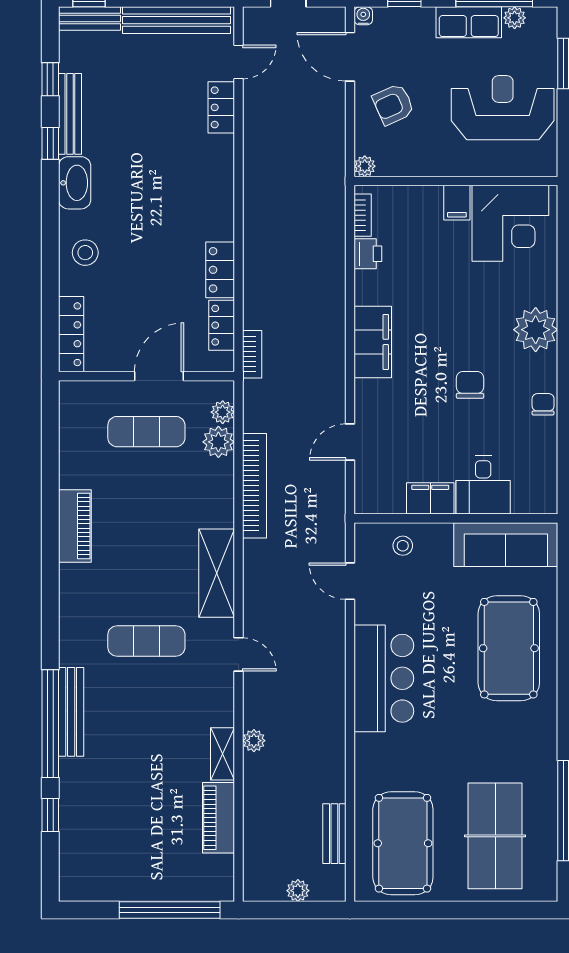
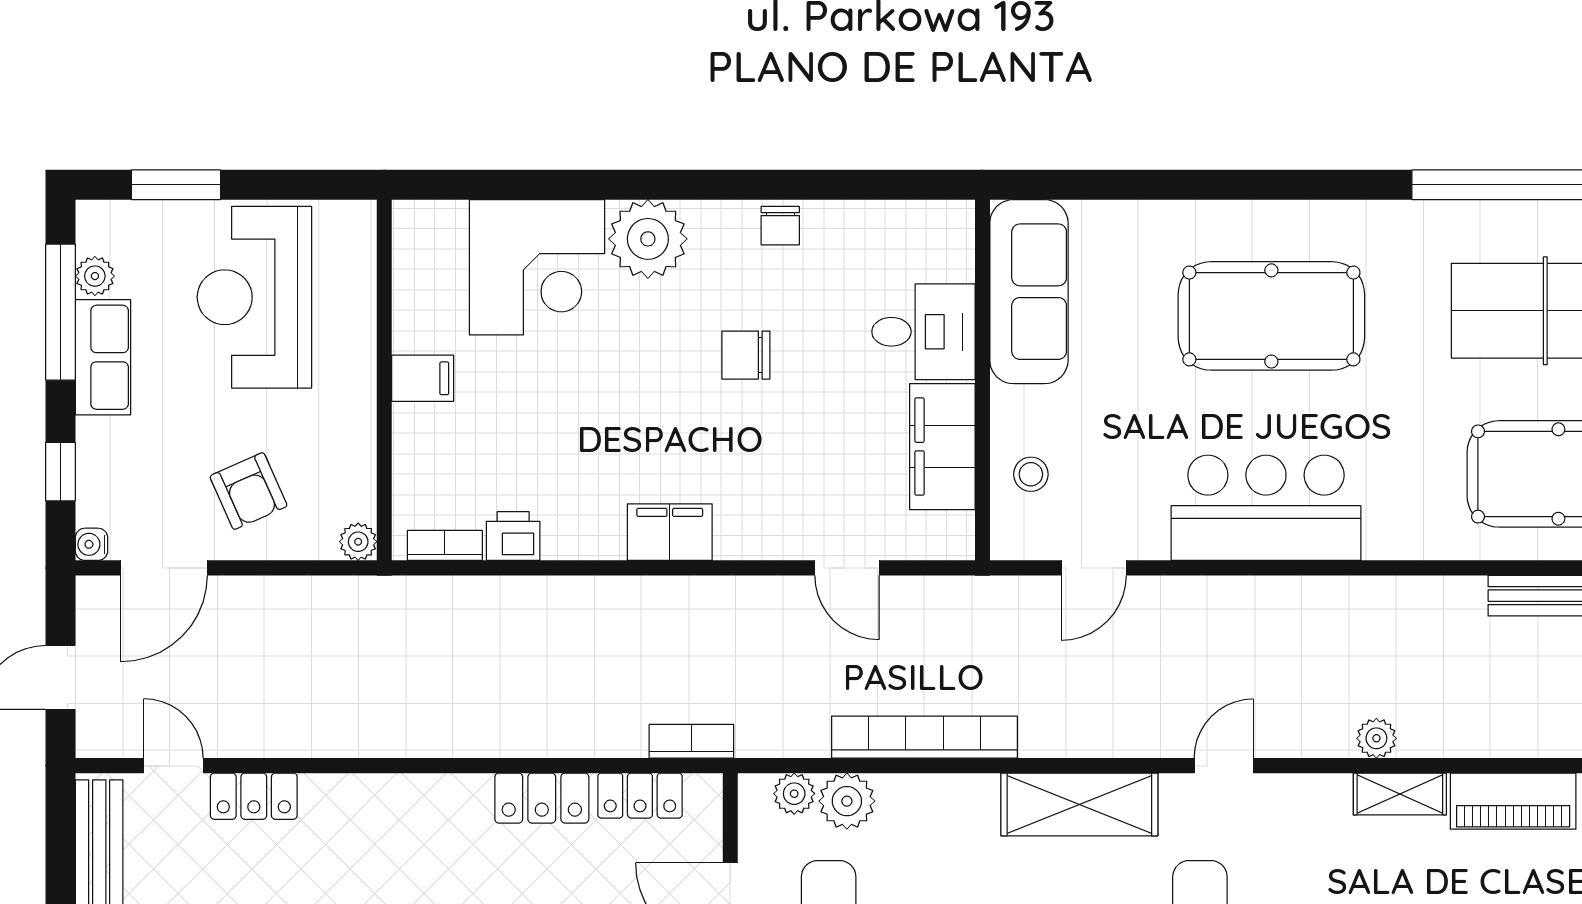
corner desk: (510, 223) -> (537, 267), moved, turned 90
filing cabinet: (373, 342) -> (670, 532), width x0.67, depth x0.86
chair: (543, 404) -> (780, 226), turned -90
filing cabinet: (430, 498) -> (942, 447), width x1.50, depth x1.17
pool table: (509, 648) -> (1271, 316), moved

